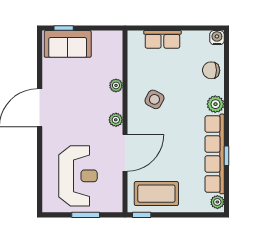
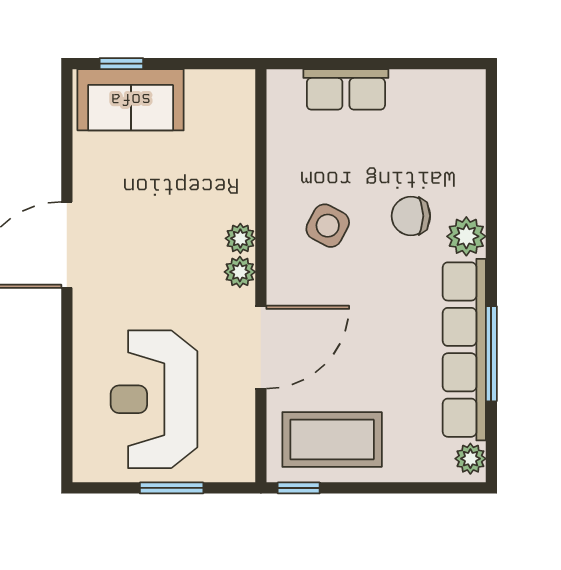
water cooler: (217, 38) -> (470, 85), removed
chair: (211, 70) -> (411, 216), moved
plant: (116, 85) -> (240, 238), moved
window: (227, 156) -> (491, 354), width x2.17
reception desk: (78, 176) -> (154, 399), turned 180

